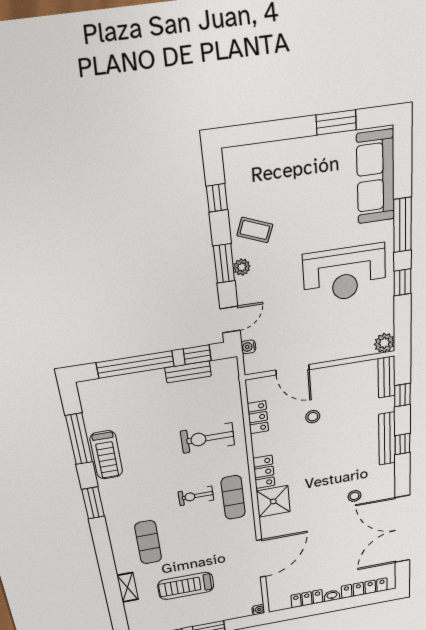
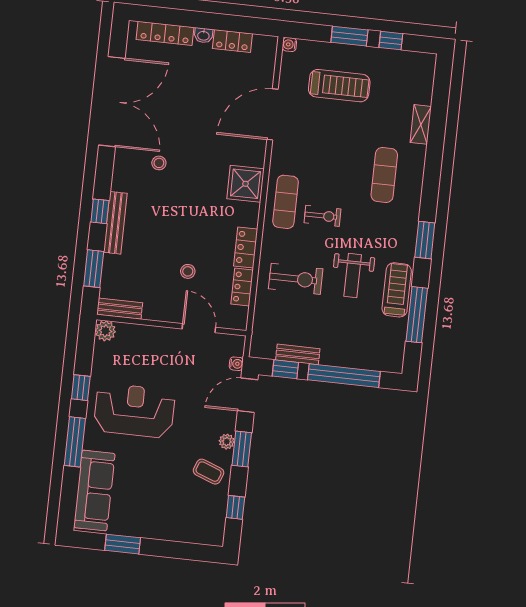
door: (230, 320) -> (248, 395), width x1.38
bench: (387, 377) -> (120, 309), moved, turned 90
window: (402, 395) -> (94, 269), width x1.50
weight bench: (153, 456) -> (353, 275), added
locker: (264, 472) -> (246, 248), moved
treadmill: (186, 586) -> (339, 86), moved

